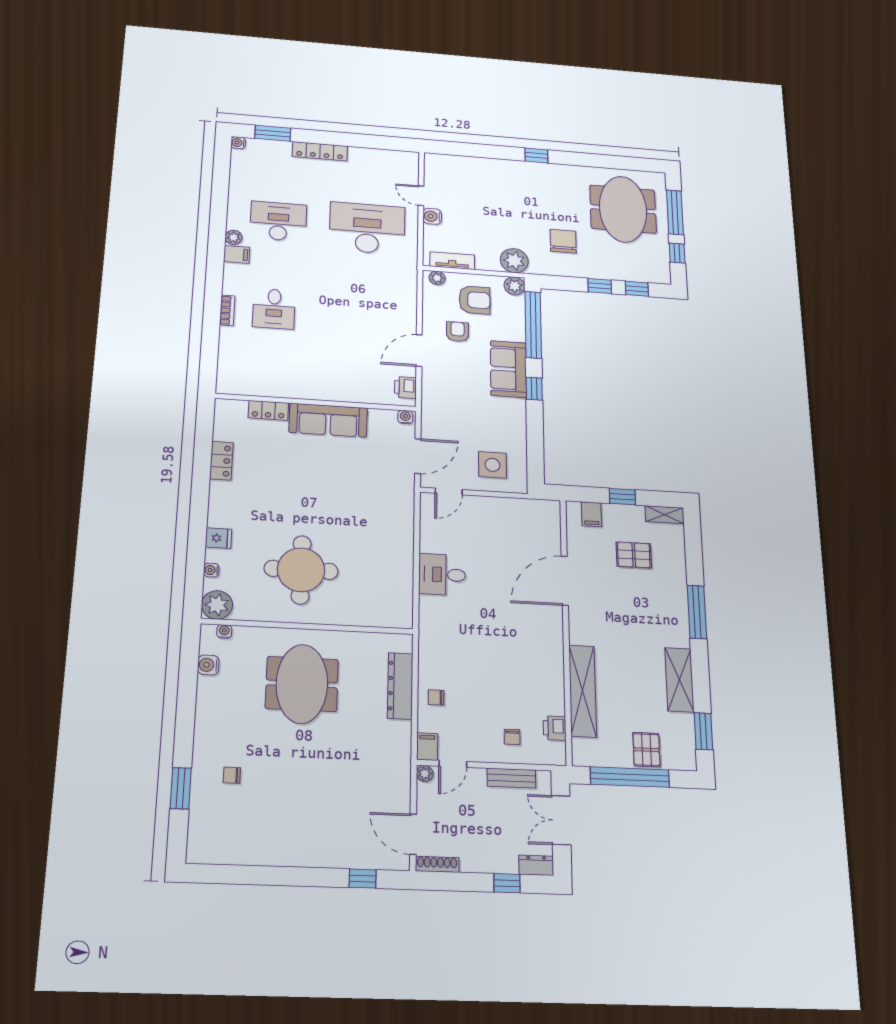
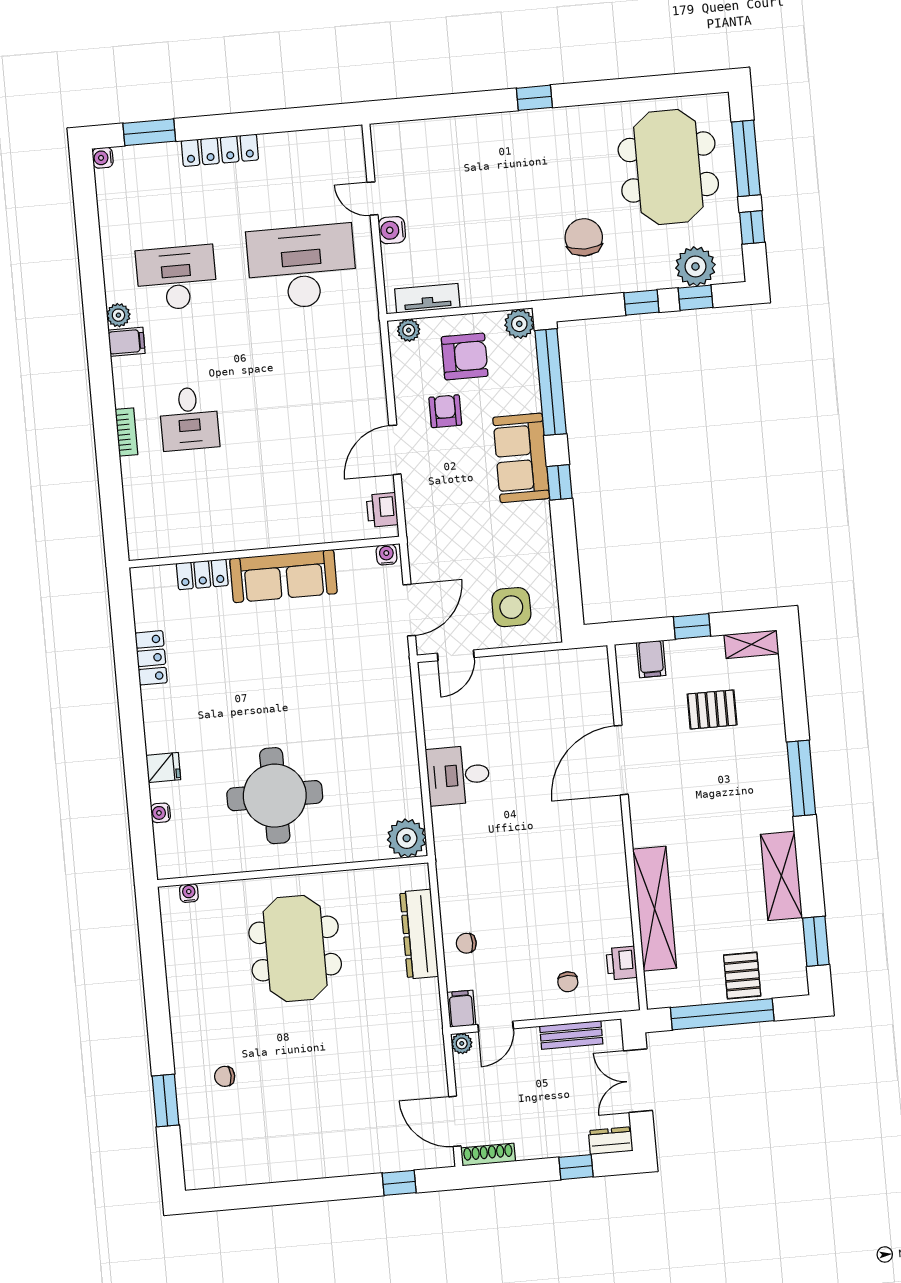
plant: (514, 261) -> (695, 266), moved
plant: (217, 605) -> (407, 838), moved
water cooler: (208, 665) -> (175, 940), removed

